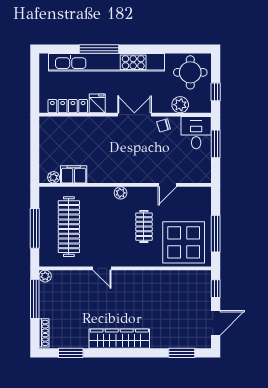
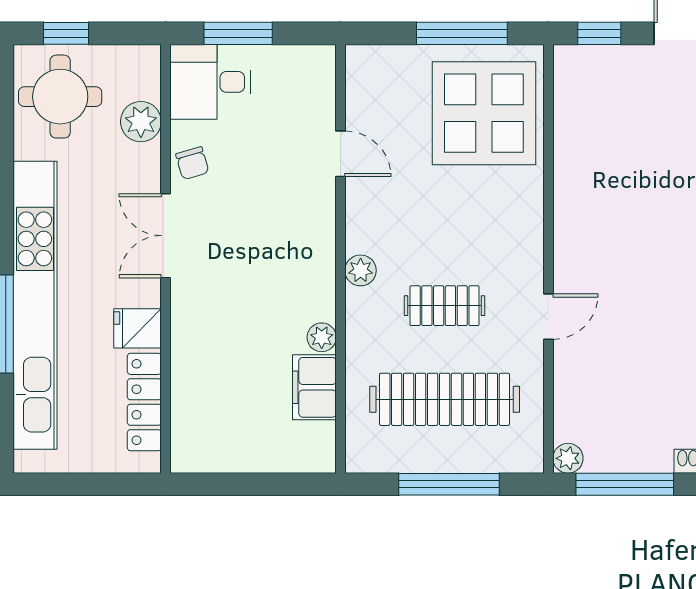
window: (216, 92) -> (66, 33), moved
plant: (54, 177) -> (322, 337), moved
clothes rail: (144, 227) -> (445, 306), moved

